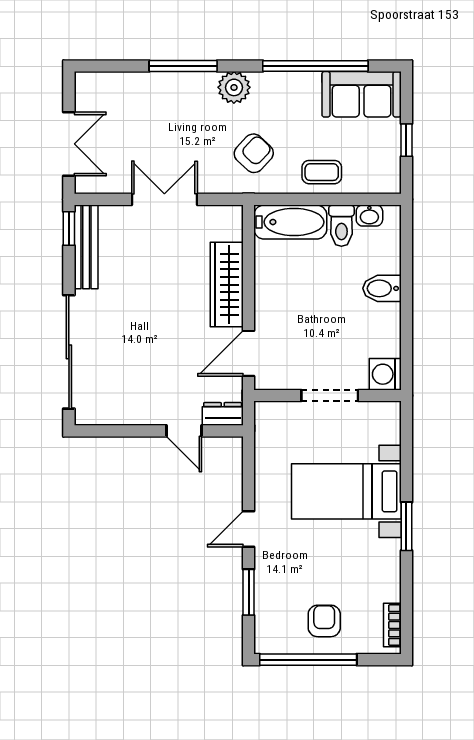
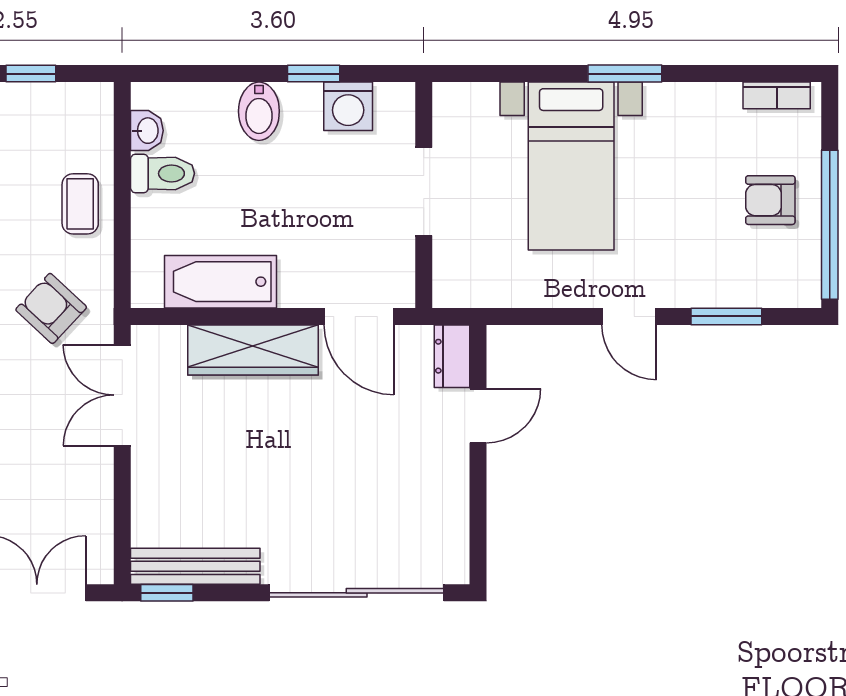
double door: (164, 199) -> (122, 395), moved
bathtub: (290, 222) -> (221, 282), moved, turned -90
window: (406, 324) -> (314, 74), added
washing machine: (385, 374) -> (348, 106), moved

